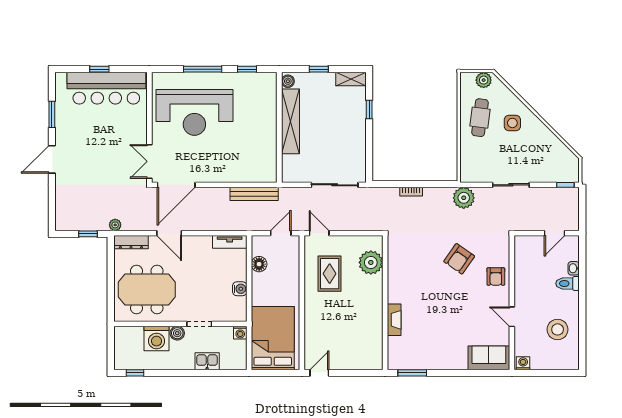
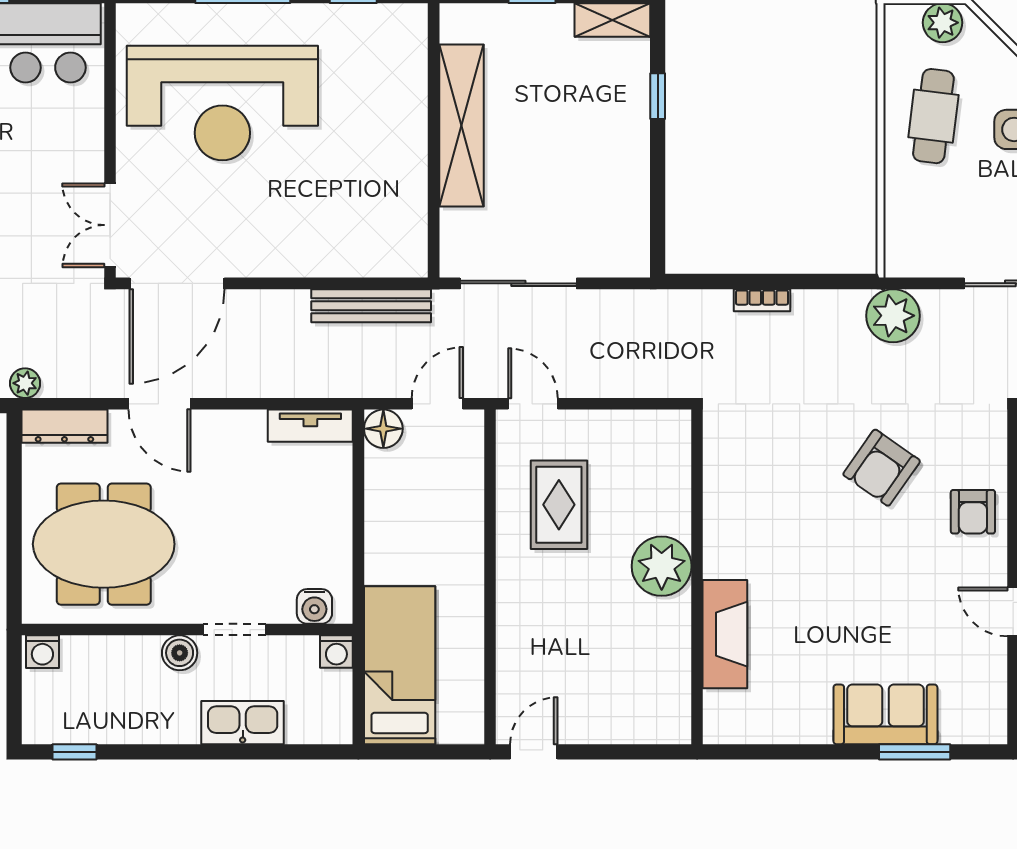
boiler: (288, 81) -> (455, 25), removed
sliding door: (335, 185) -> (518, 283), moved
plant: (371, 262) -> (662, 566), moved
floor lamp: (259, 264) -> (383, 429), moved
water cooler: (240, 289) -> (314, 606), moved, turned 90
fireplace: (394, 320) -> (725, 634), width x1.37, depth x1.32
bed: (273, 338) -> (400, 665), width x0.67
washing machine: (157, 339) -> (42, 652), moved, width x0.53, depth x0.53
sofa: (489, 358) -> (885, 714), moved
kitchen sink: (207, 361) -> (243, 723), width x1.38
window: (412, 373) -> (915, 752), moved

